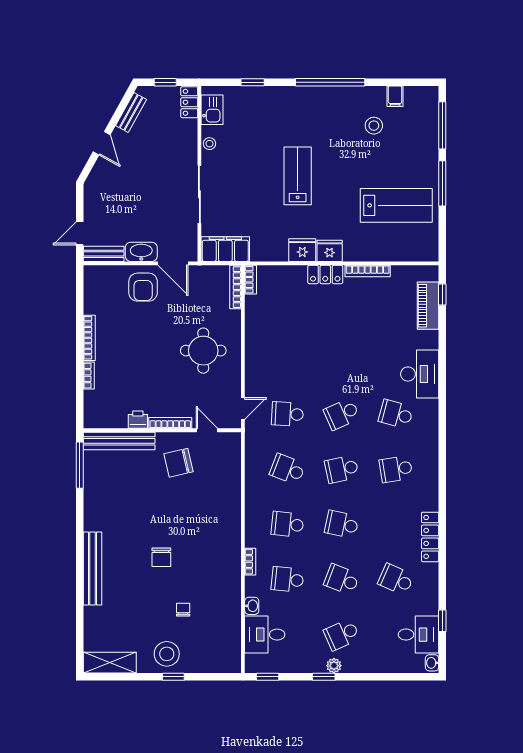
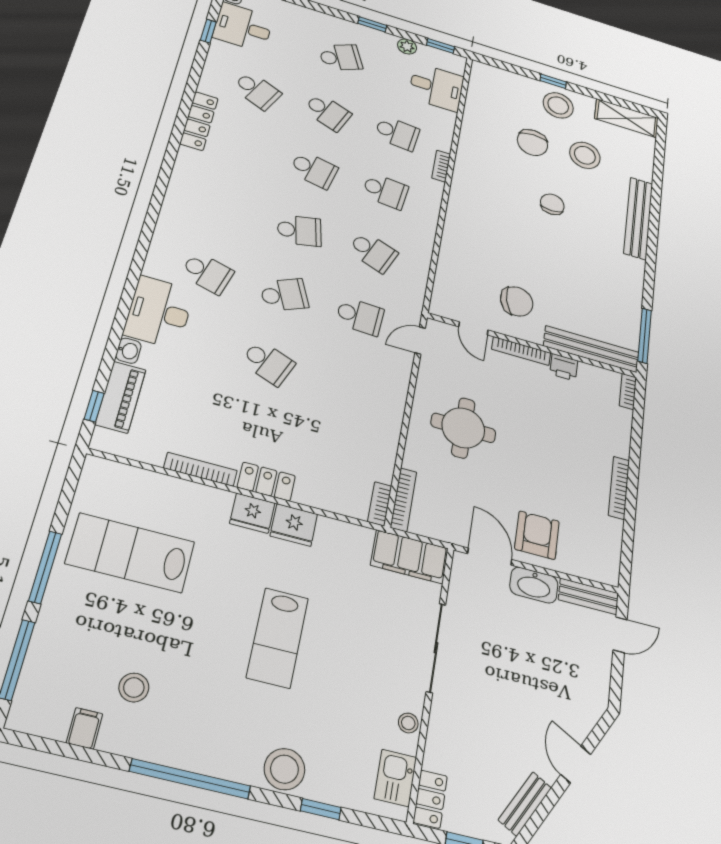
stool: (278, 100) -> (284, 769), added
bookcase: (89, 376) -> (628, 391), moved
school desk: (396, 469) -> (268, 363), moved, turned 30
washbasin: (252, 606) -> (128, 351), moved, turned 180
chair: (183, 610) -> (532, 143), width x1.87, depth x1.87
stool: (140, 613) -> (585, 155), added
plant: (334, 666) -> (407, 46), moved

